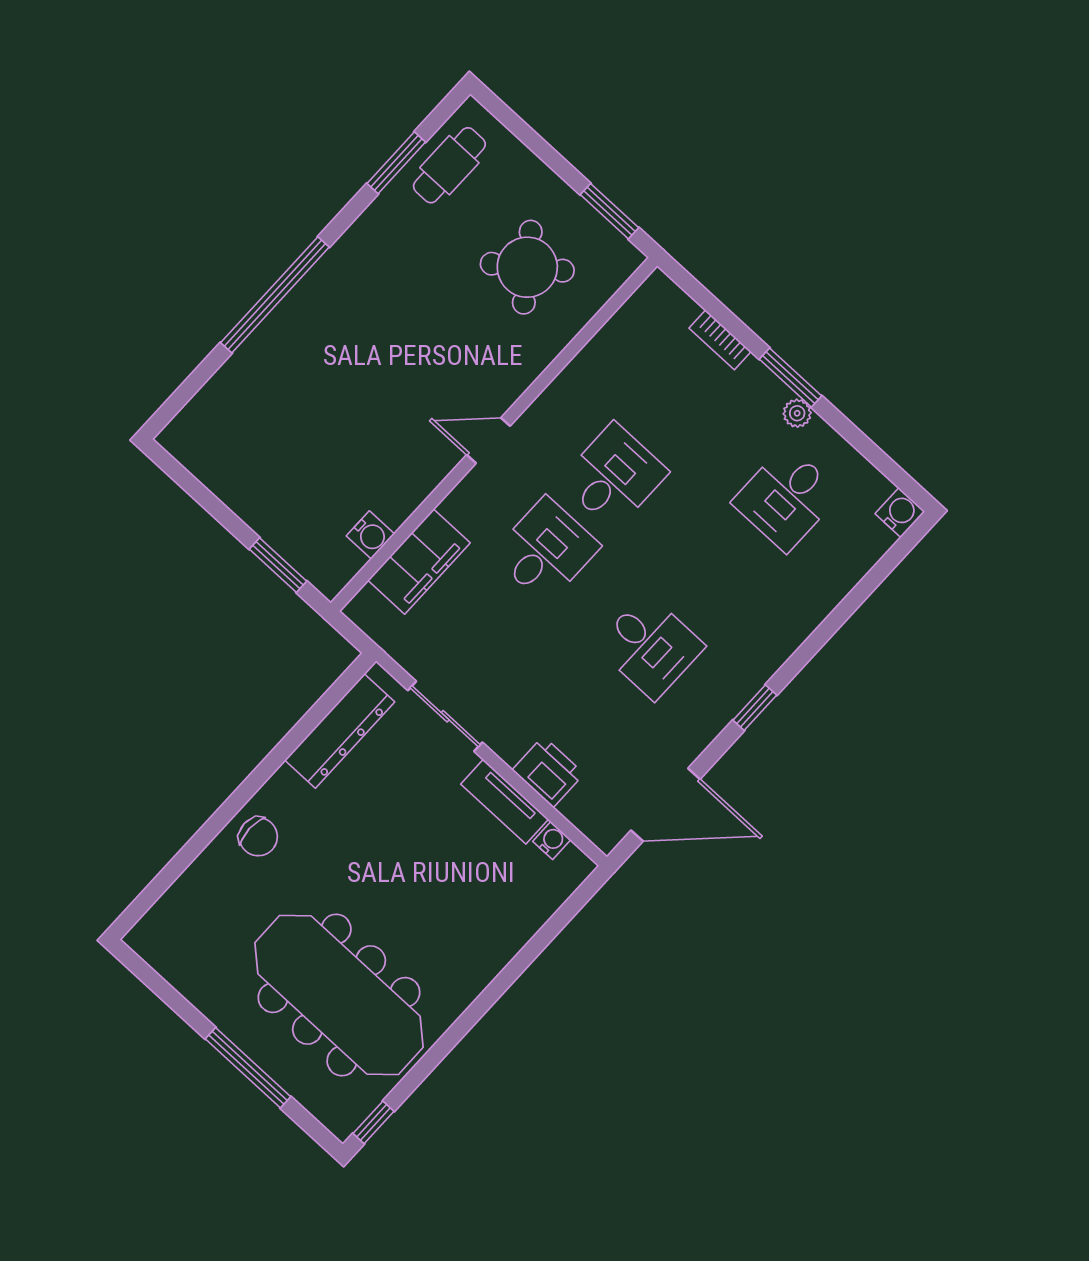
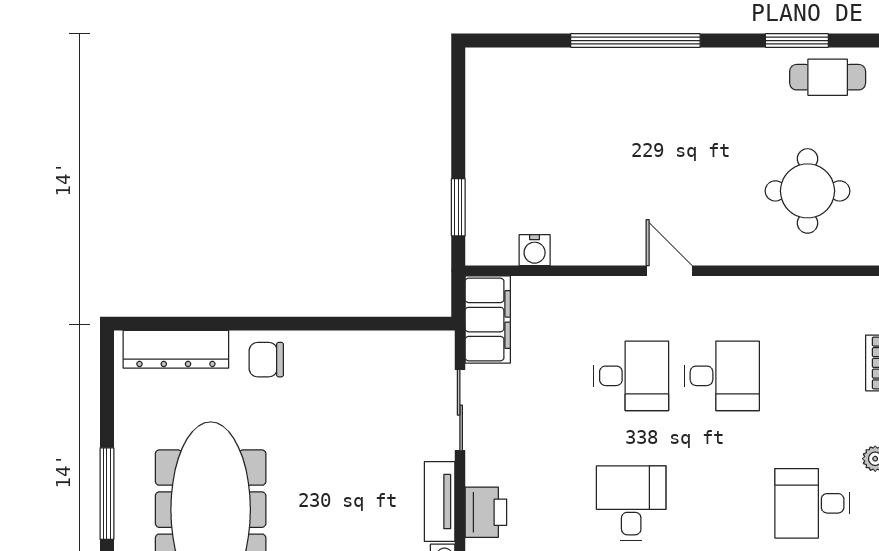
round table: (527, 267) -> (807, 191), turned 37
filing cabinet: (419, 562) -> (488, 320), moved, turned -90
desk: (650, 646) -> (631, 503), turned 180
dresser: (340, 731) -> (176, 349), moved
chair: (258, 837) -> (266, 360), turned 90

